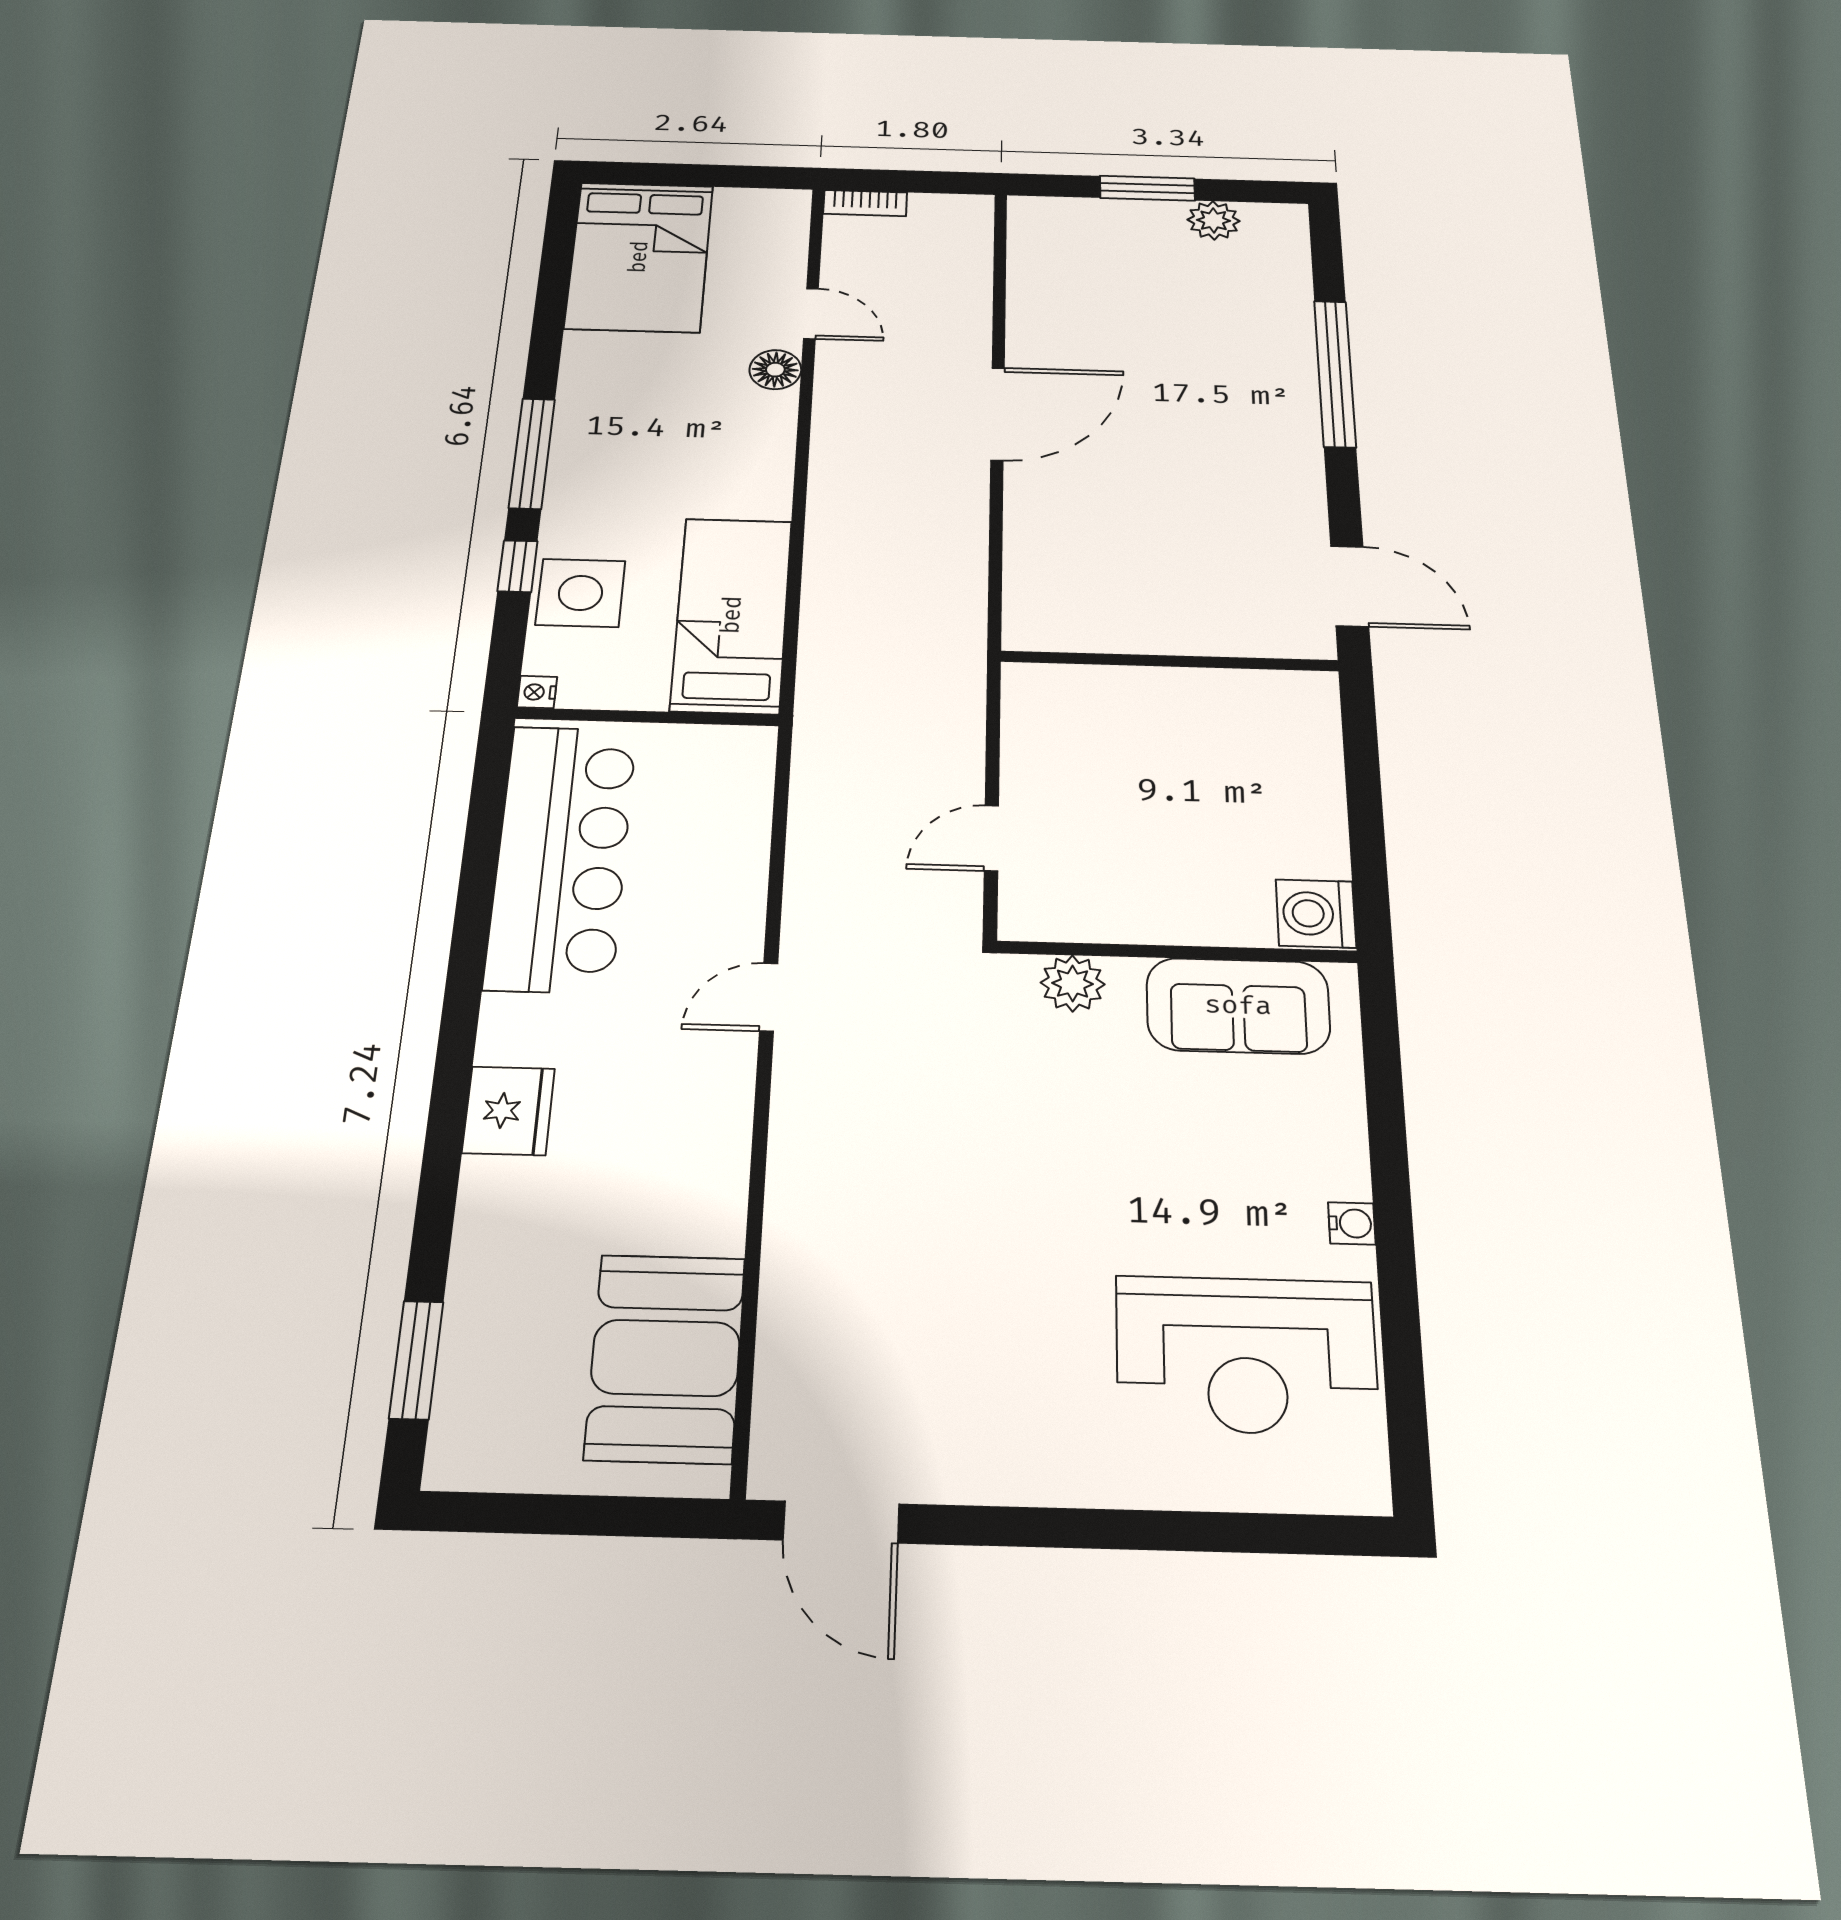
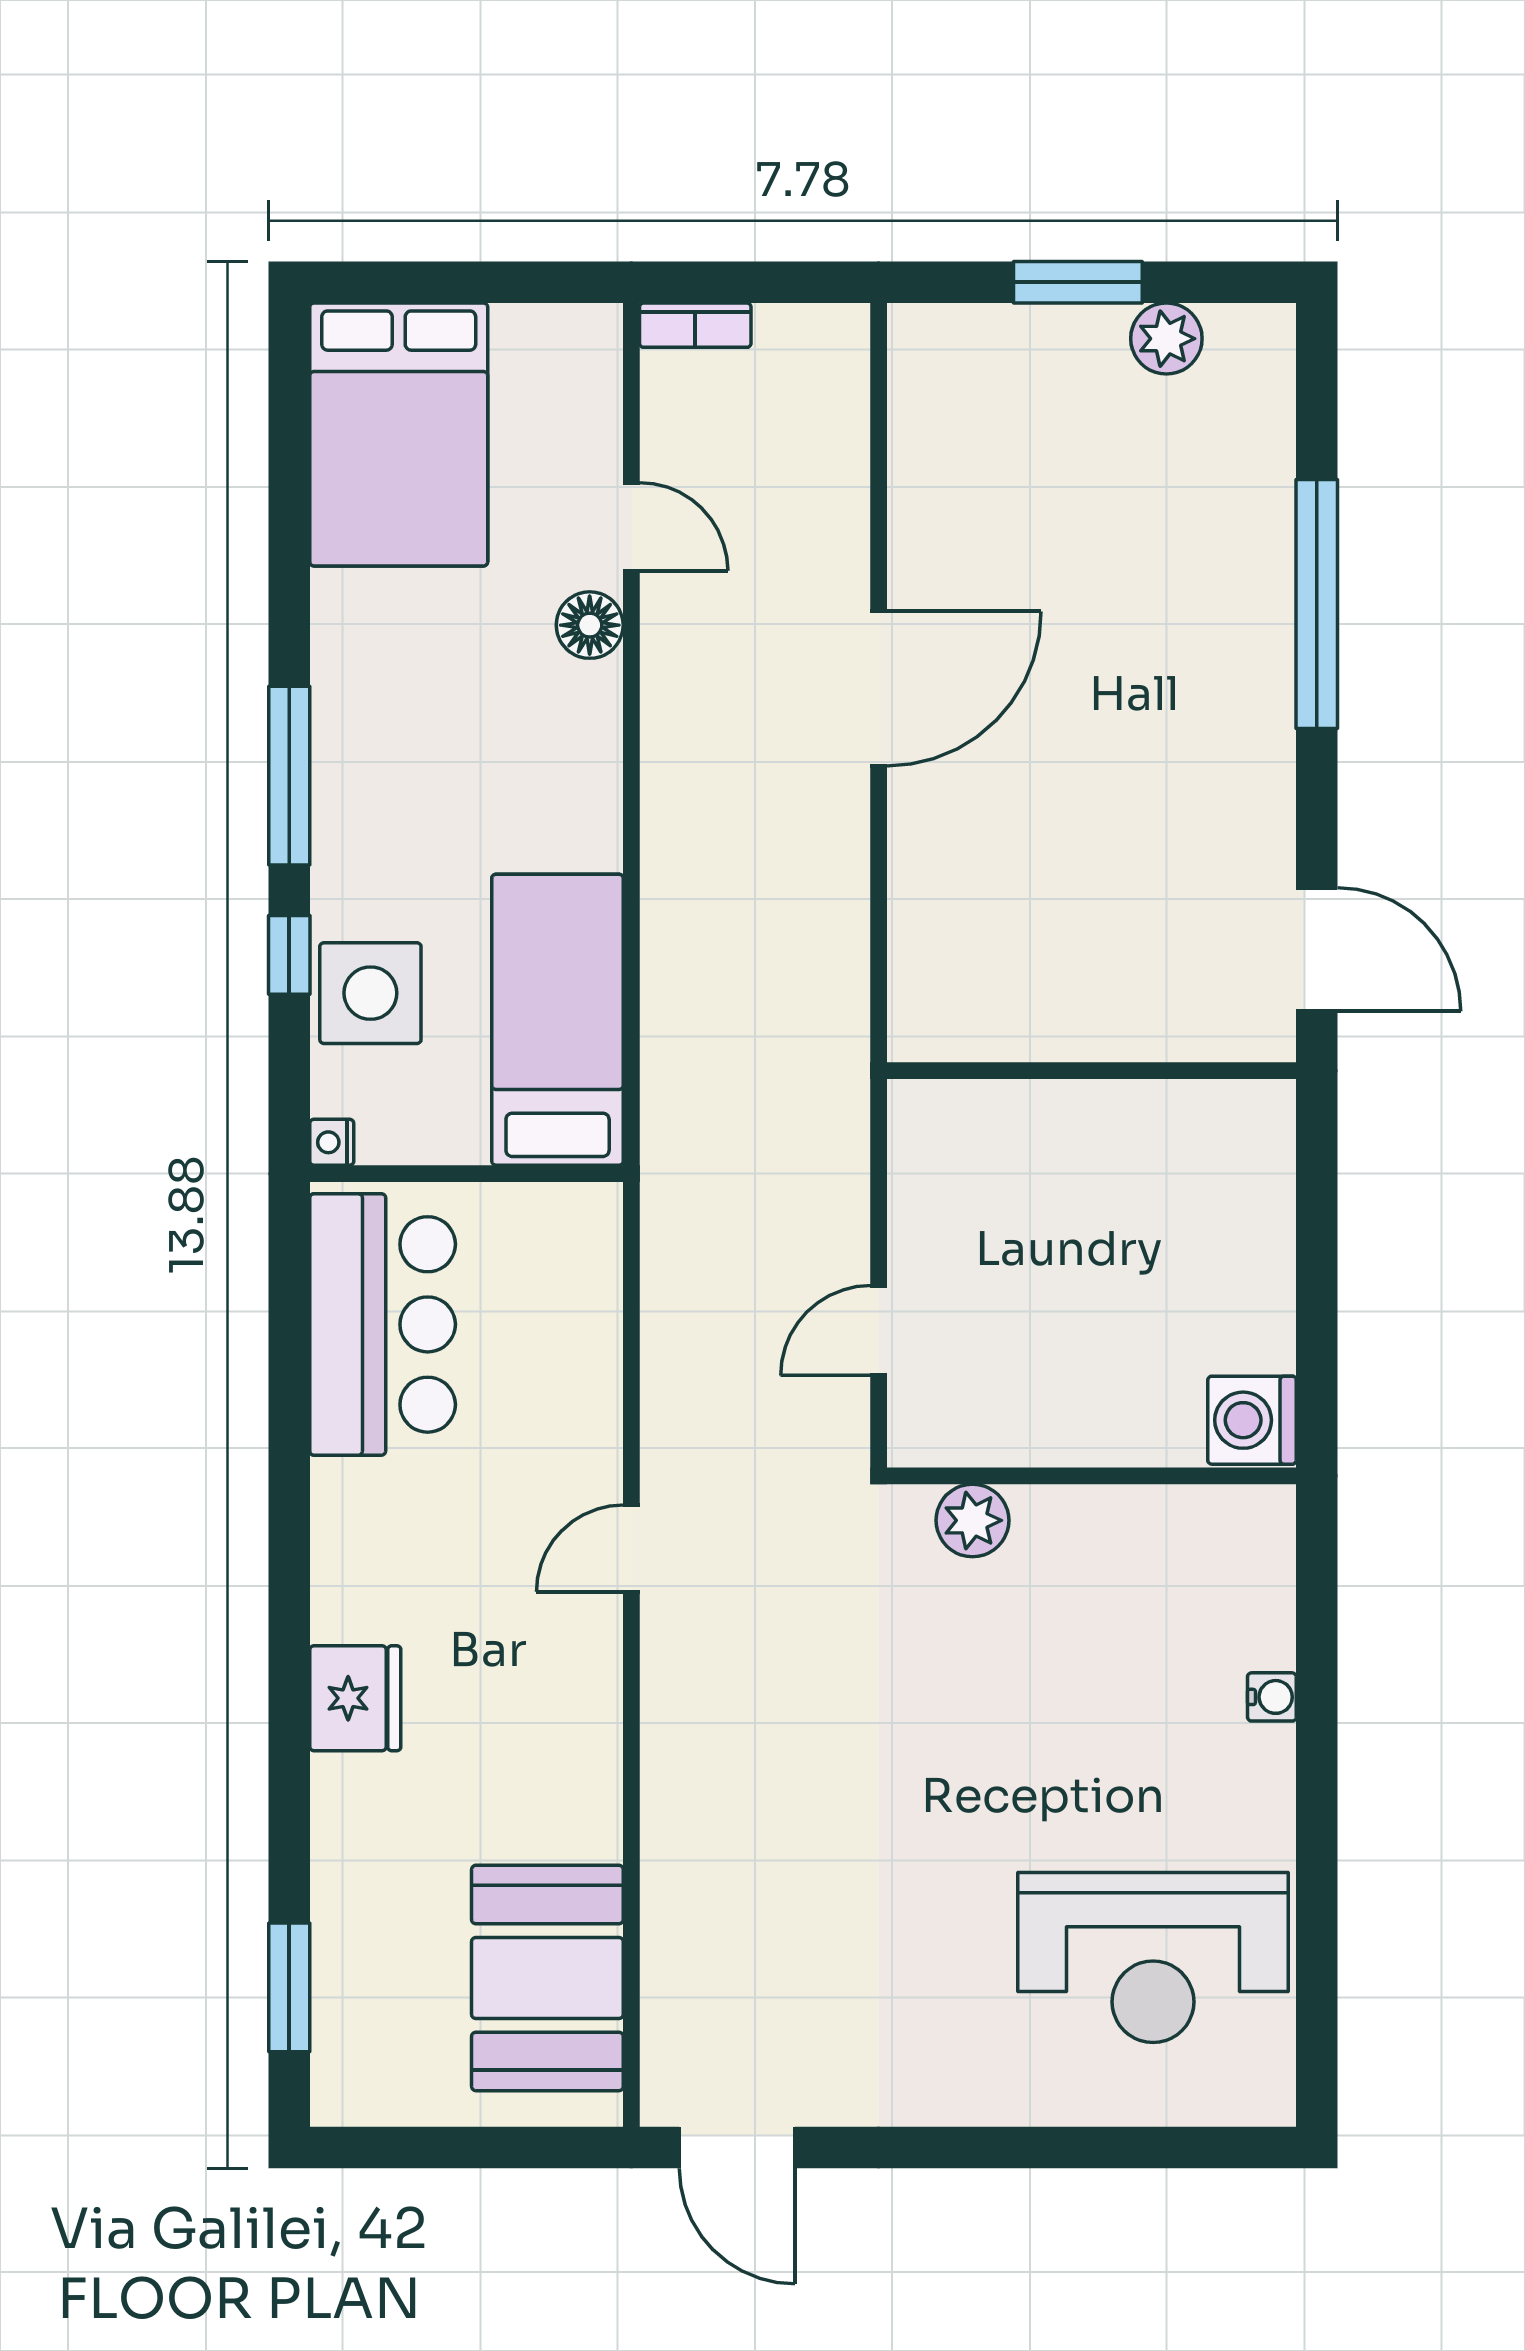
bar counter: (562, 857) -> (383, 1324), width x0.73
sofa: (1238, 1006) -> (1159, 1543), removed
water cooler: (1352, 1223) -> (1272, 1697), moved

